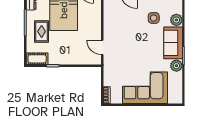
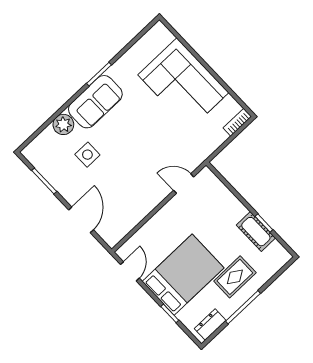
door: (102, 47) -> (184, 184), swing flipped
cot: (37, 59) -> (256, 232), moved
plant: (176, 66) -> (120, 71), removed

